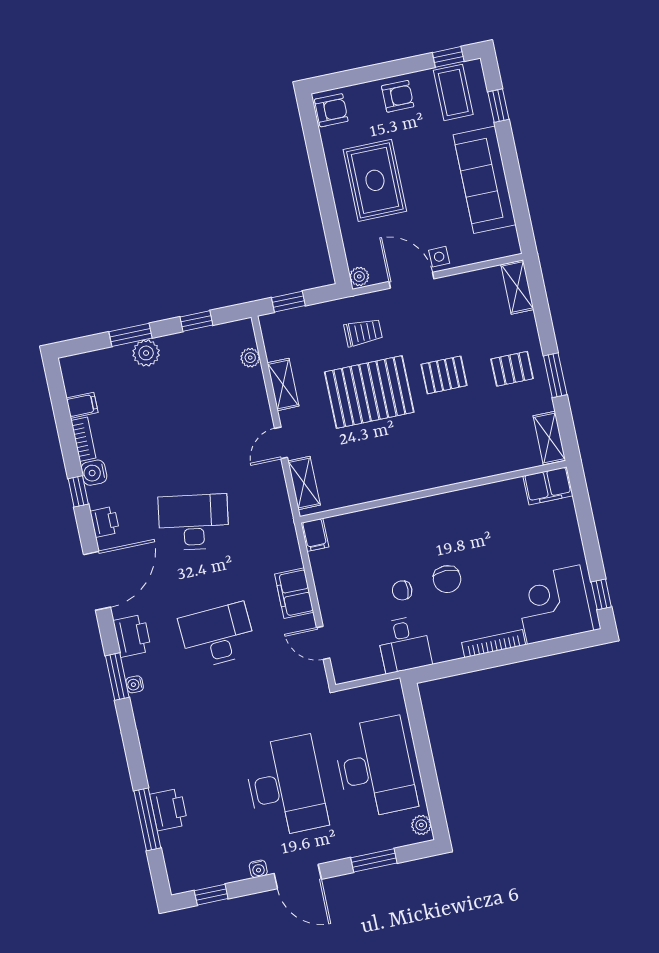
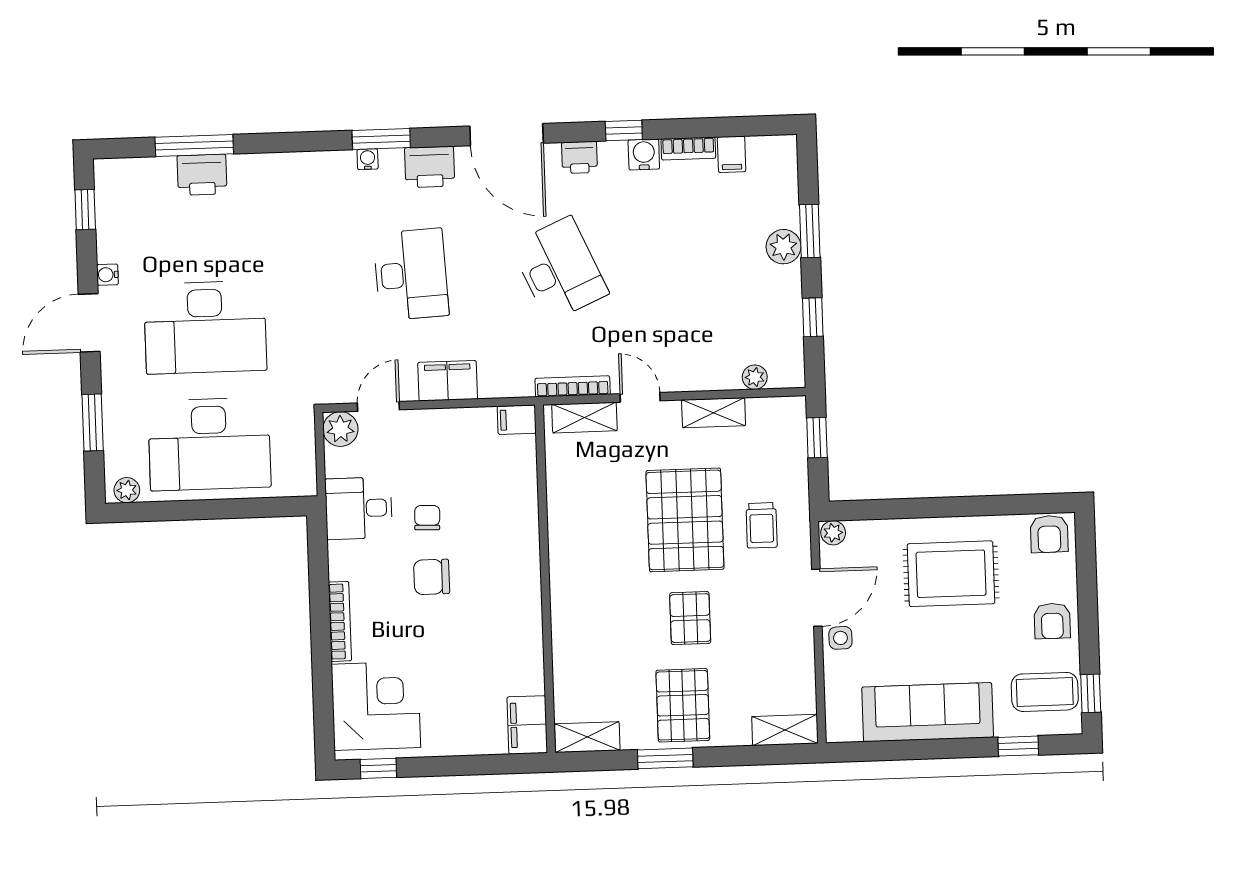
pallet: (512, 369) -> (683, 705), width x1.50, depth x1.42
bookcase: (282, 496) -> (573, 386), added
desk: (194, 522) -> (559, 269), turned -33
plant: (346, 669) -> (340, 429), added

